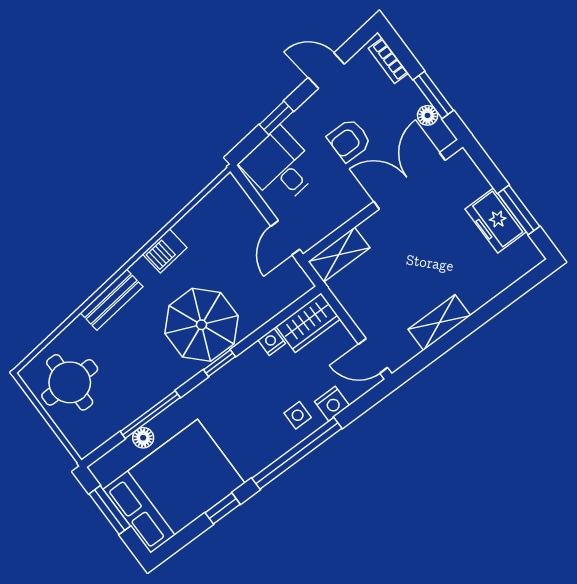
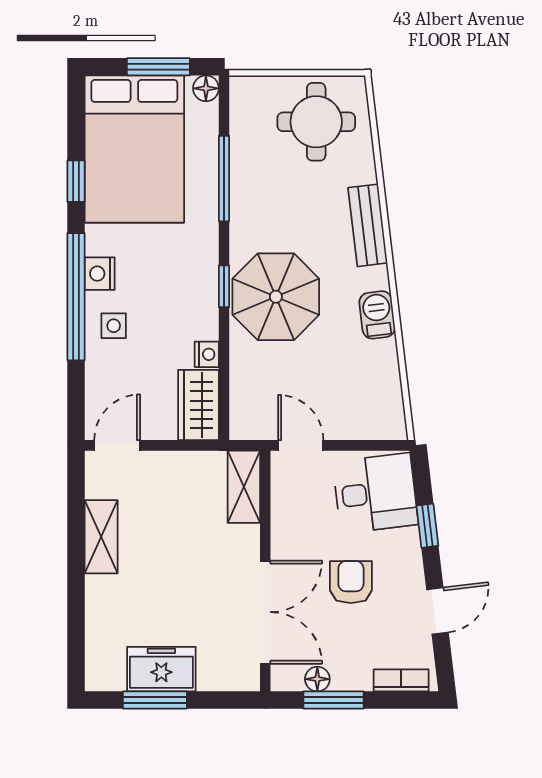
nightstand: (332, 404) -> (100, 274), moved
floor lamp: (143, 438) -> (206, 88), moved

